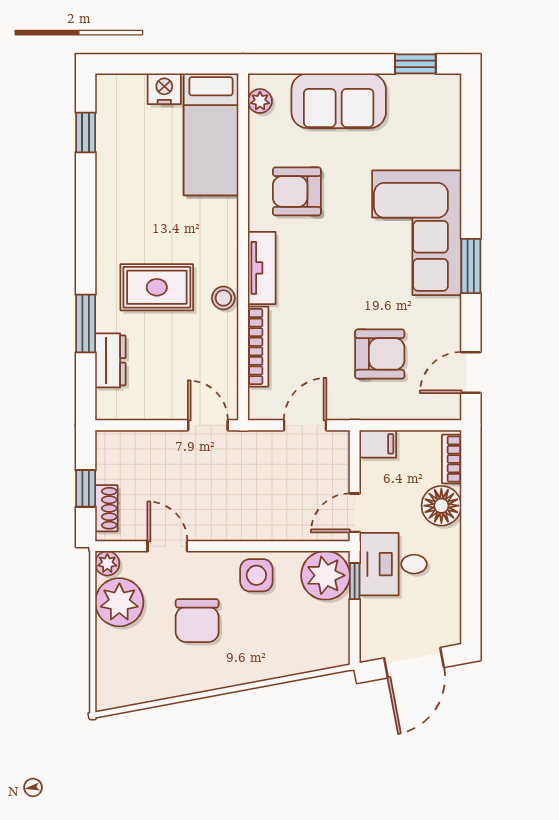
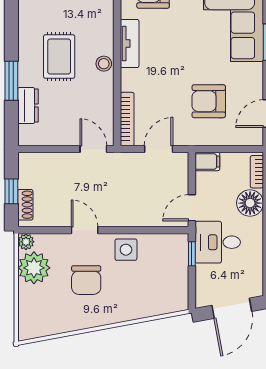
rug: (157, 287) -> (59, 56), turned 90
bookcase: (258, 347) -> (127, 119), moved
armchair: (380, 354) -> (209, 101), turned 180
door: (167, 546) -> (85, 230), moved
plant: (325, 575) -> (172, 250), removed

